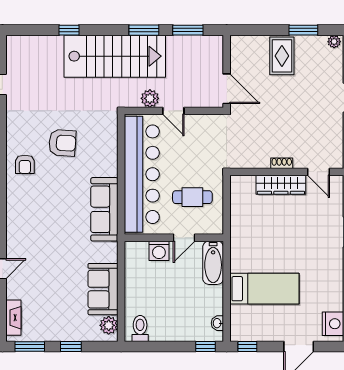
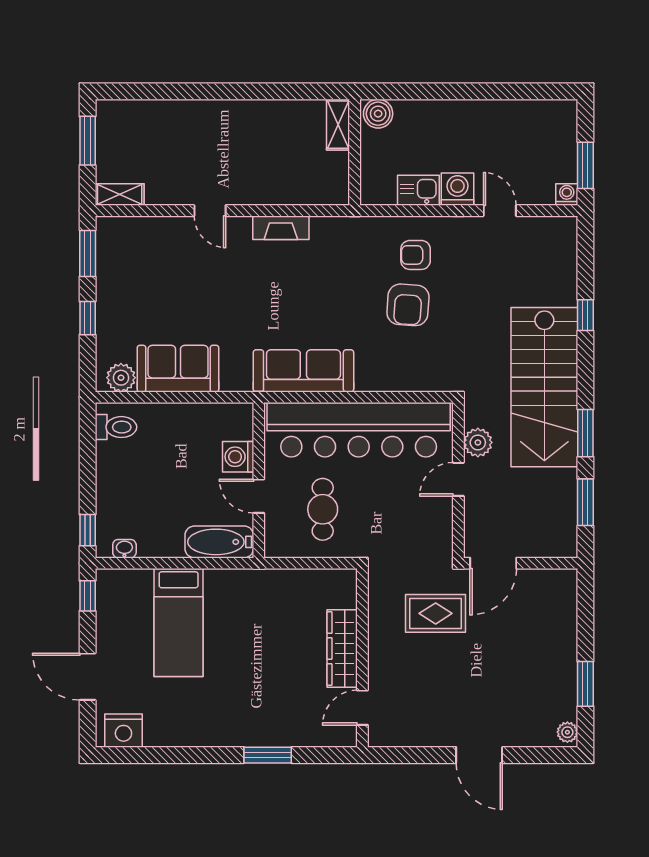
rug: (282, 56) -> (436, 613), moved
shoe rack: (282, 163) -> (376, 650), removed
armchair: (25, 164) -> (416, 255), moved
fireplace: (13, 318) -> (281, 228), moved

